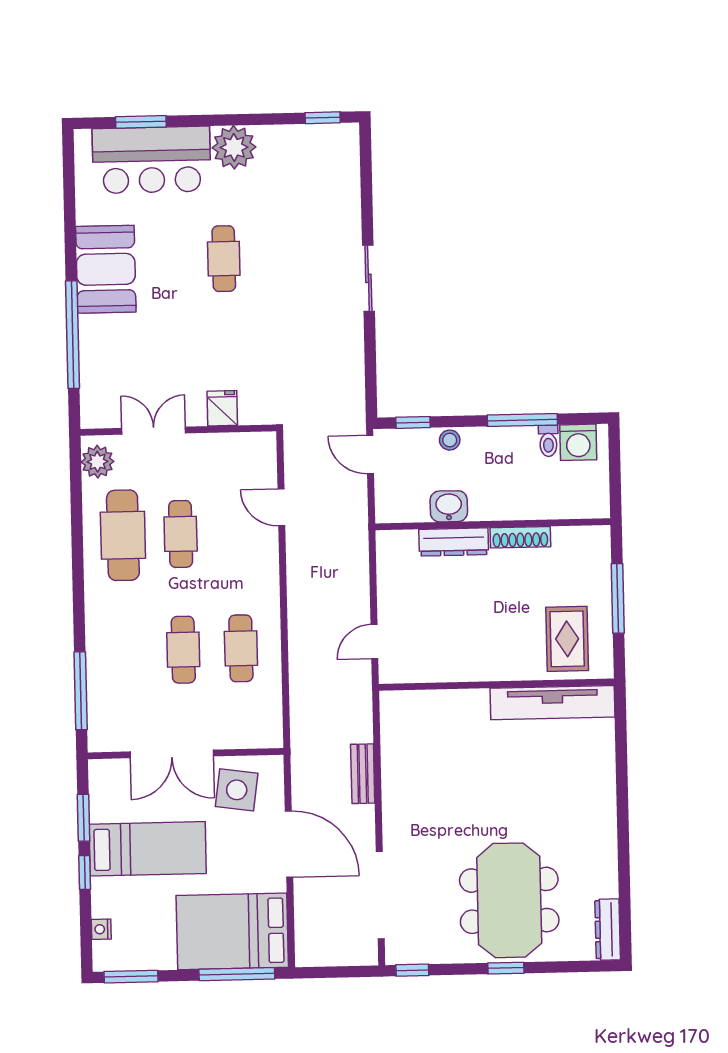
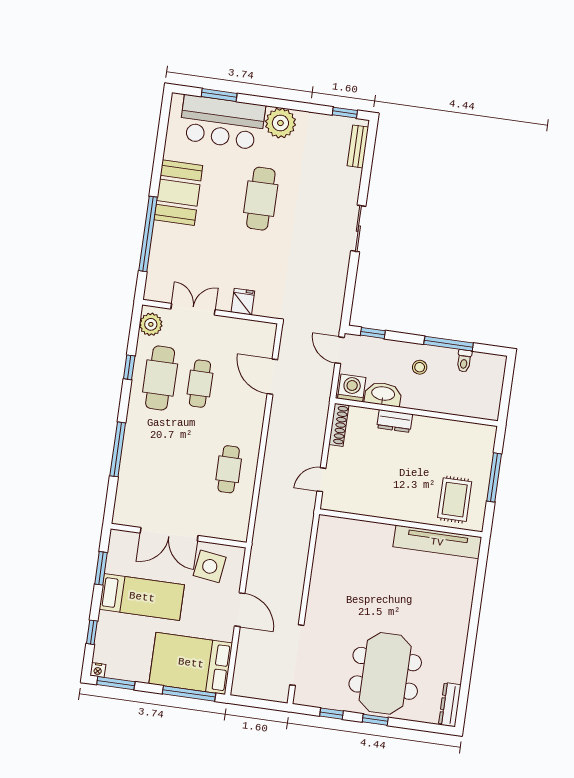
cafe table: (224, 259) -> (261, 199), width x1.37, depth x1.35
stool: (450, 440) -> (420, 367), moved
washing machine: (578, 442) -> (352, 388), moved, turned 180
washbasin: (449, 506) -> (383, 394), width x1.38
door: (281, 507) -> (272, 377), width x1.38
window: (77, 527) -> (129, 367), added
shoe rack: (520, 537) -> (339, 425), moved, turned -90
dresser: (454, 542) -> (395, 421), width x0.70
cafe table: (183, 650) -> (189, 464), removed
window: (81, 691) -> (118, 449), moved
bench: (363, 774) -> (358, 146), moved
door: (289, 844) -> (240, 610), width x0.73
window: (85, 873) -> (92, 632), moved
nightstand: (101, 929) -> (98, 670), moved, turned -90
window: (412, 970) -> (331, 714), moved

